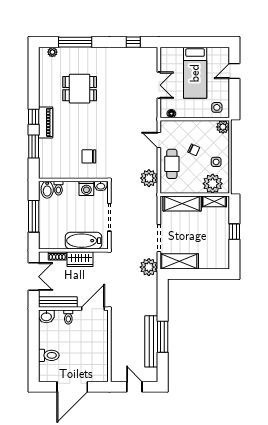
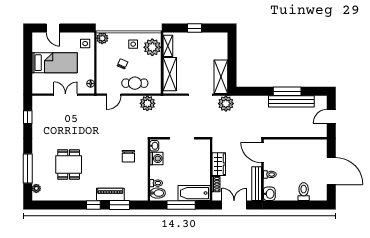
piano: (46, 122) -> (110, 194), moved
bathtub: (83, 241) -> (194, 193), moved, turned 90

